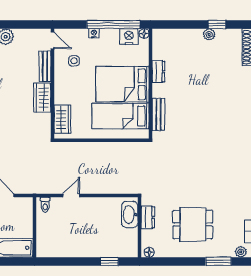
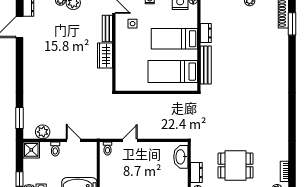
bed: (122, 84) -> (174, 39), width x0.67
bench: (158, 114) -> (206, 65), width x1.36
wardrobe: (62, 119) -> (122, 74), removed
dresser: (148, 217) -> (196, 172), moved

